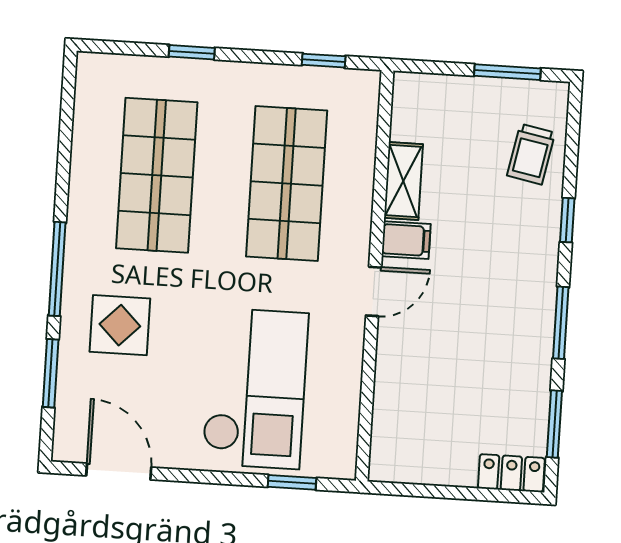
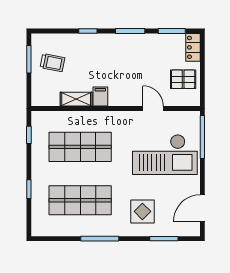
trolley: (531, 154) -> (52, 63), moved
window: (57, 269) -> (100, 239), moved
door: (374, 291) -> (153, 108), moved
checkout: (255, 388) -> (165, 154), turned 180
pallet: (435, 444) -> (183, 79), added
window: (292, 482) -> (202, 137), width x2.17

